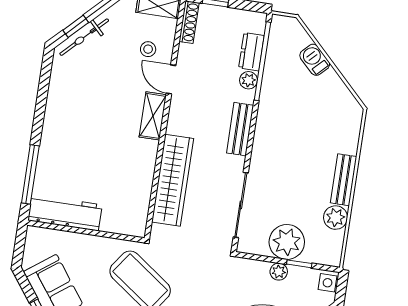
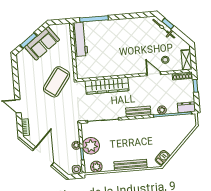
dresser: (251, 52) -> (186, 107), moved
barbecue: (315, 60) -> (163, 158), moved
door: (171, 79) -> (154, 74), hinge flipped
shelving: (153, 116) -> (135, 69), removed
bench: (344, 180) -> (131, 165), width x1.36
plant: (336, 218) -> (96, 167), moved

